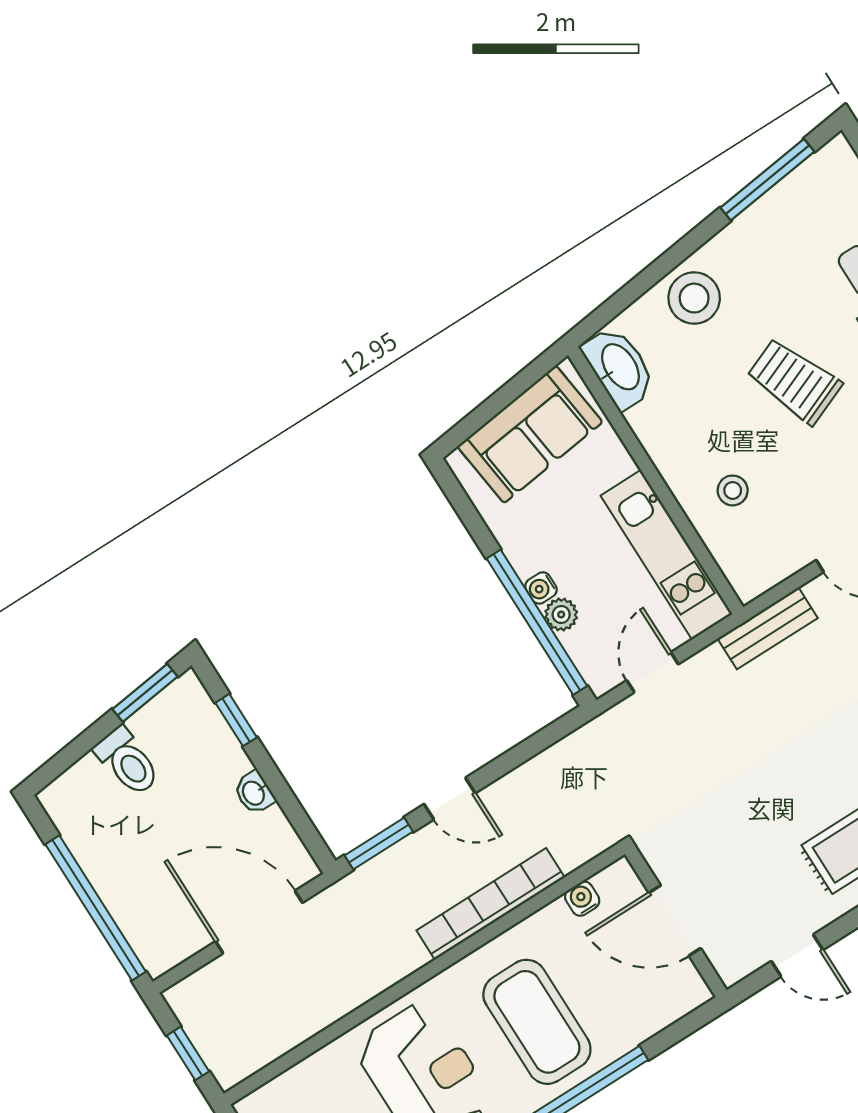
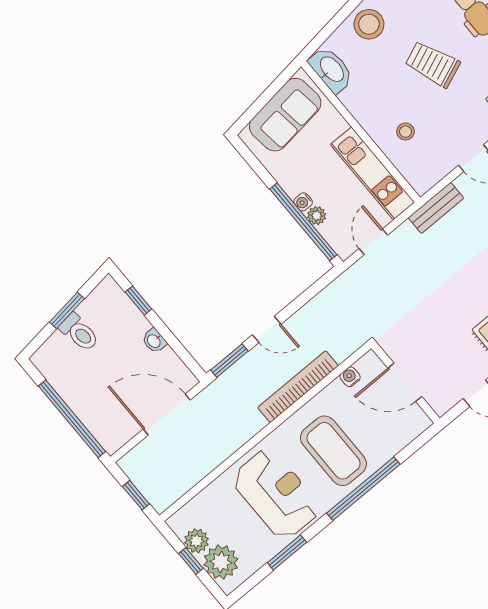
window: (145, 693) -> (67, 310), moved

